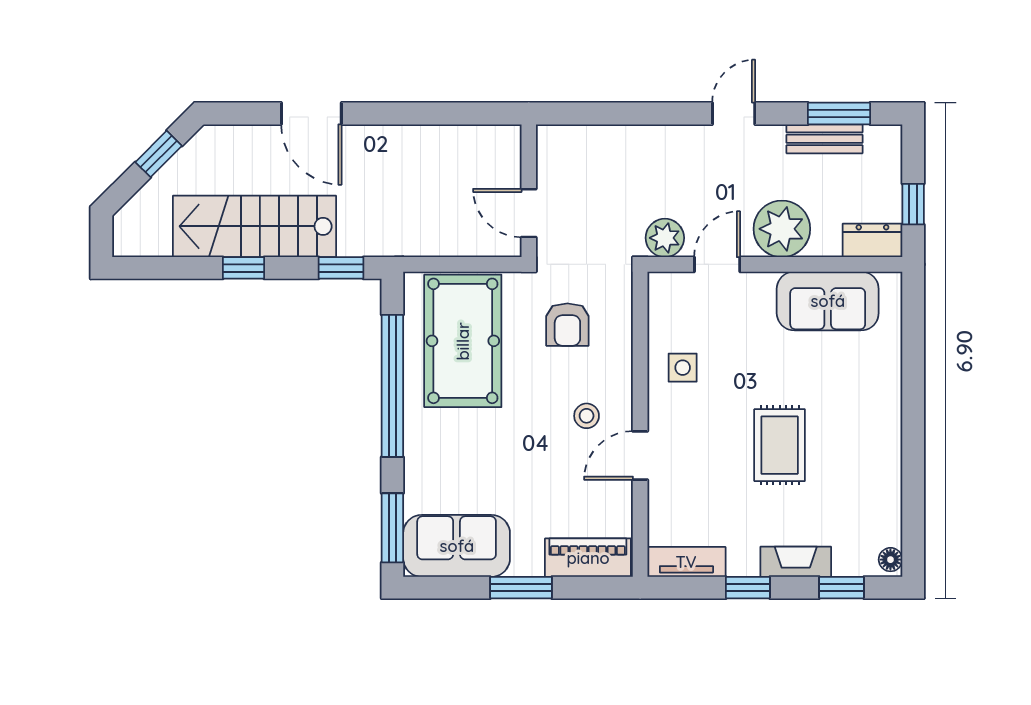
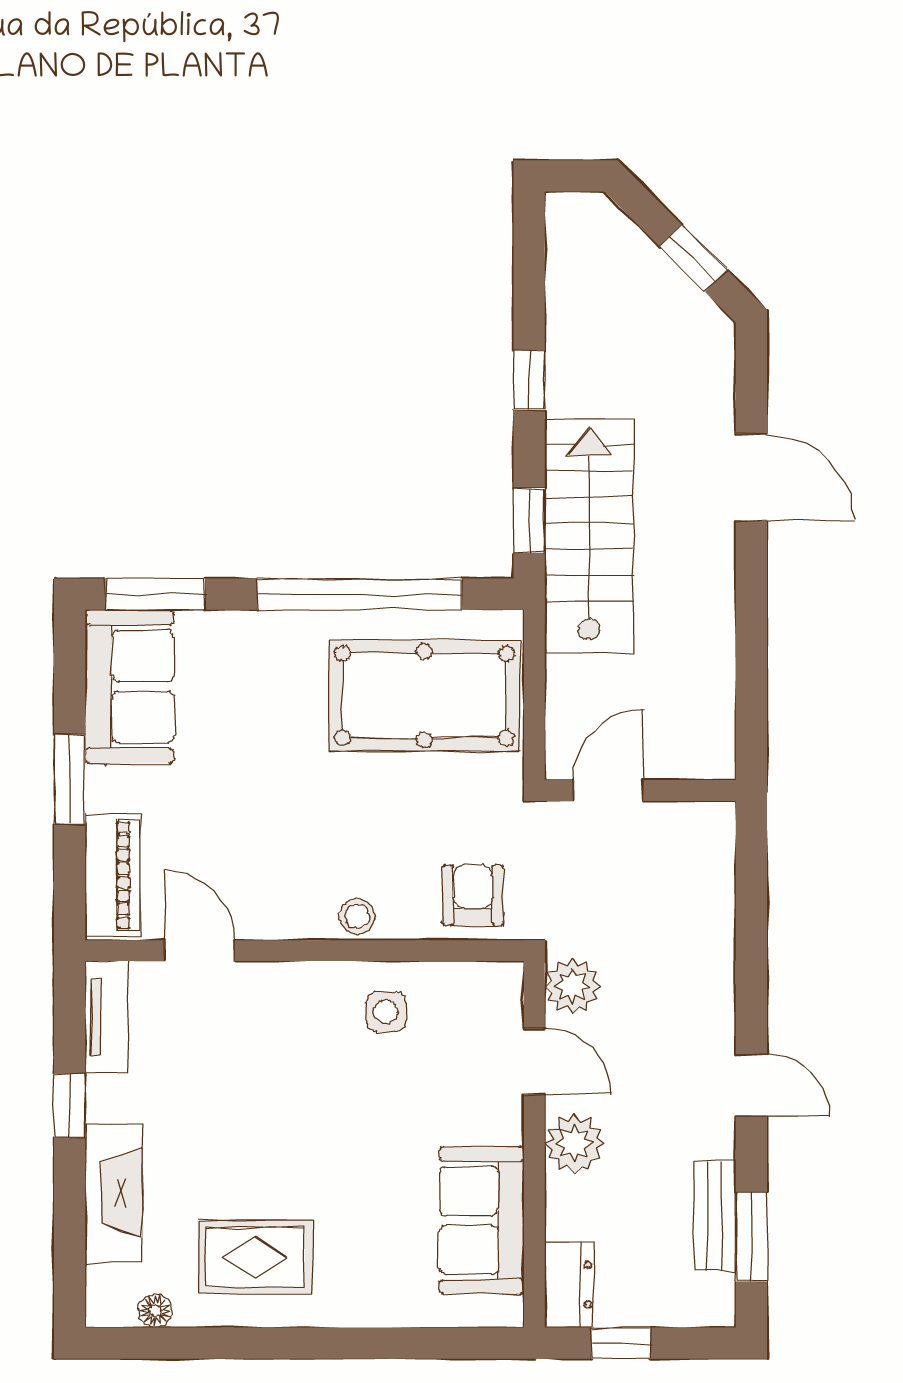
door: (311, 113) -> (751, 478), swing flipped
stairs: (255, 226) -> (589, 536), moved
plant: (782, 229) -> (575, 1144), width x0.73, depth x0.73
armchair: (567, 325) -> (473, 895), moved, turned 90
stool: (587, 416) -> (357, 916), moved
rug: (780, 445) -> (255, 1257), moved
door: (640, 455) -> (199, 951), moved
floor lamp: (890, 560) -> (155, 1311), moved
fireplace: (796, 562) -> (114, 1193), width x1.37, depth x1.32
window: (841, 588) -> (70, 1240), removed

